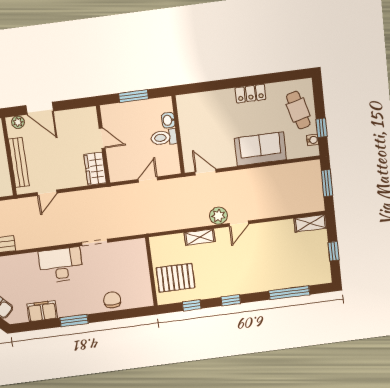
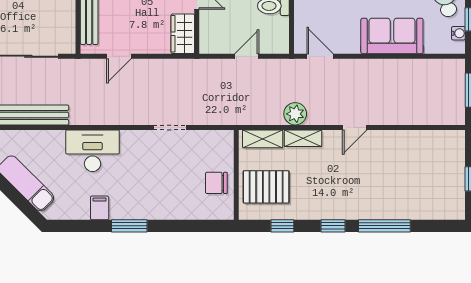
plant: (218, 216) -> (295, 114), moved
shelving: (310, 223) -> (263, 139), moved
desk: (61, 265) -> (93, 151), moved
window: (289, 293) -> (384, 226), moved
chair: (112, 300) -> (216, 183), moved, turned -90
filing cabinet: (42, 311) -> (100, 208), width x0.50

